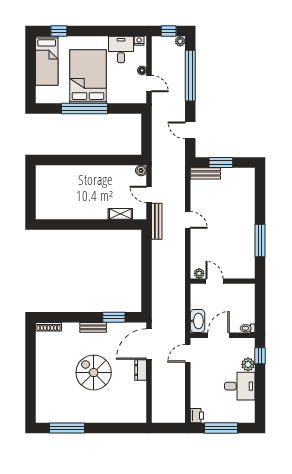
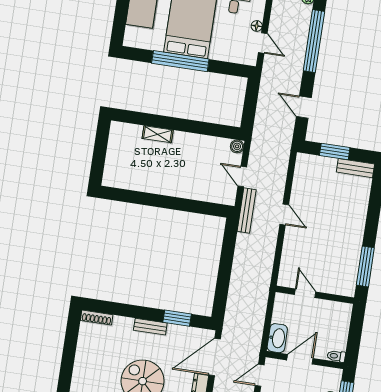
bench: (205, 173) -> (355, 168), moved
shelving: (120, 214) -> (158, 134), moved
window: (260, 240) -> (365, 266), moved
plant: (199, 273) -> (288, 281), removed

